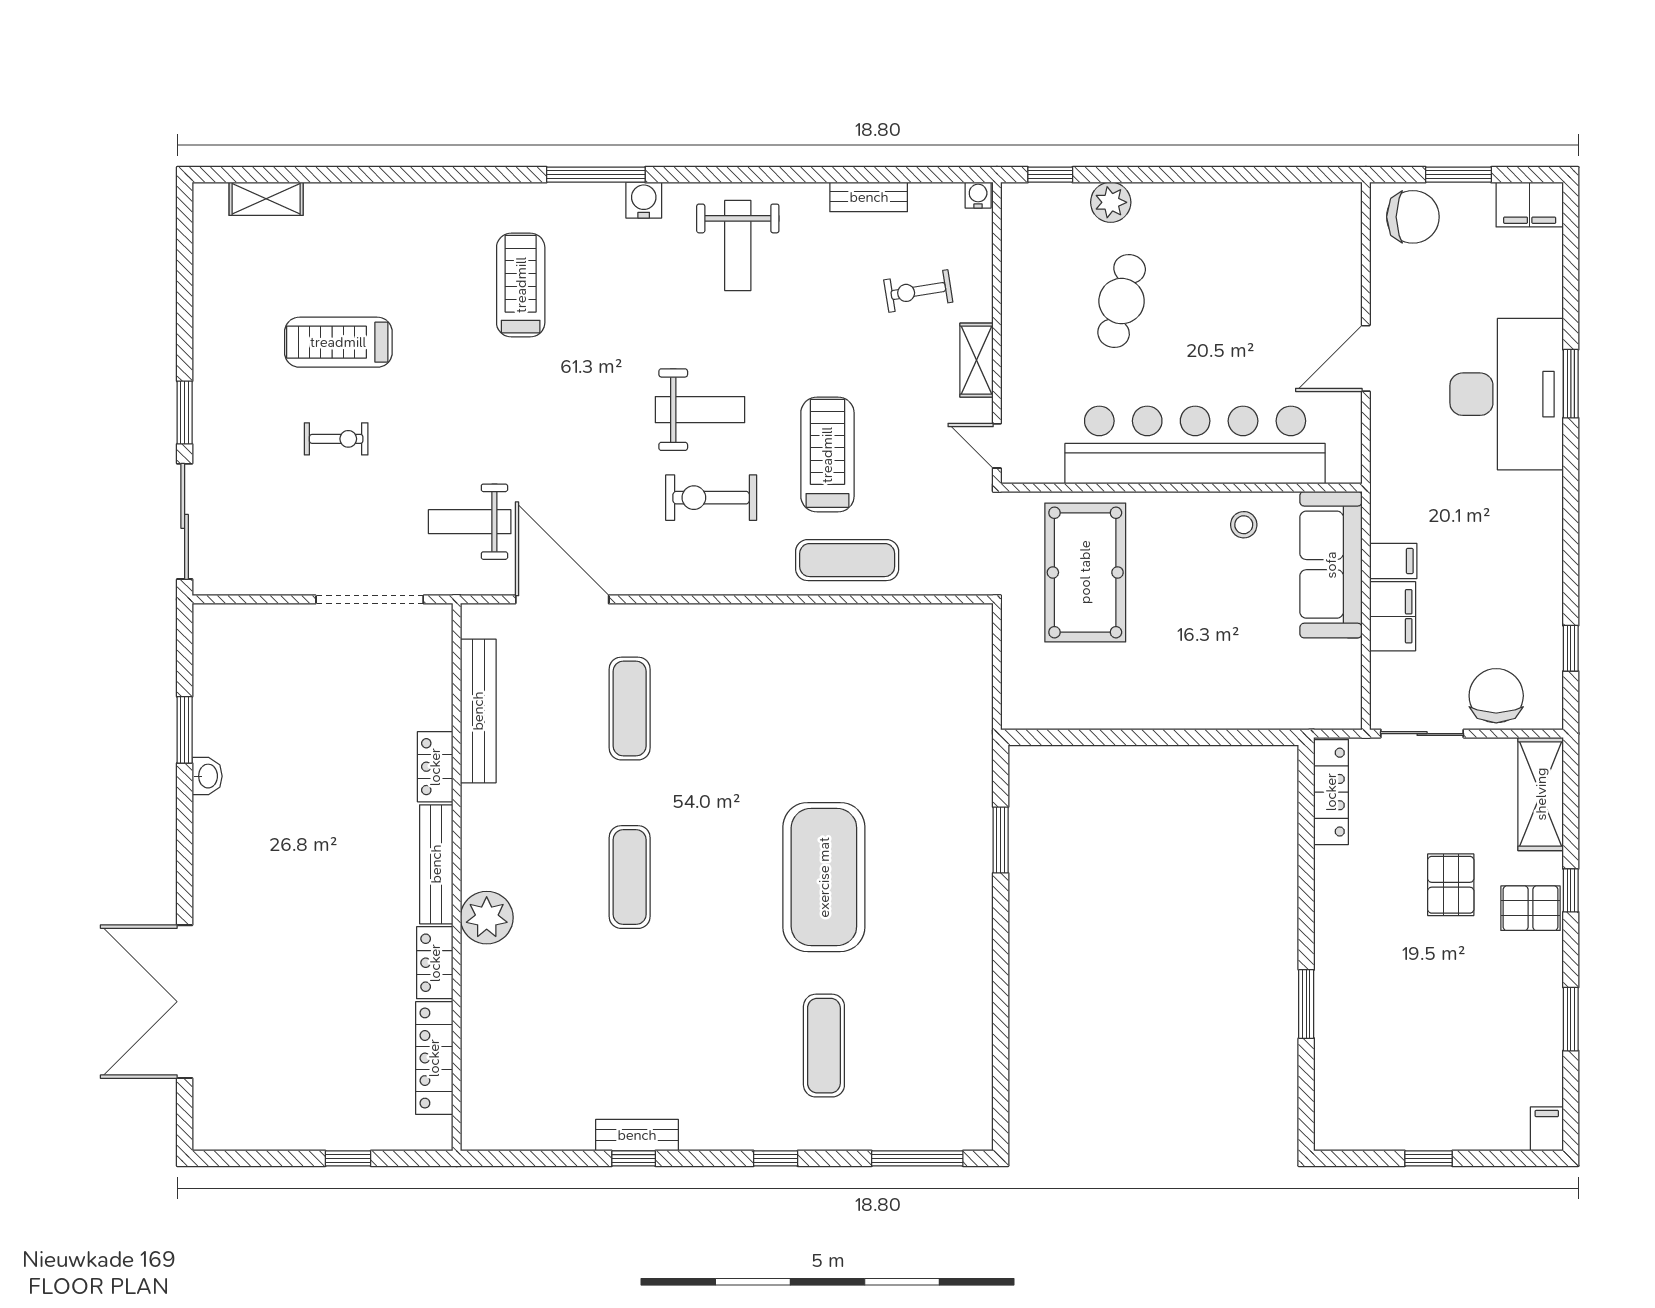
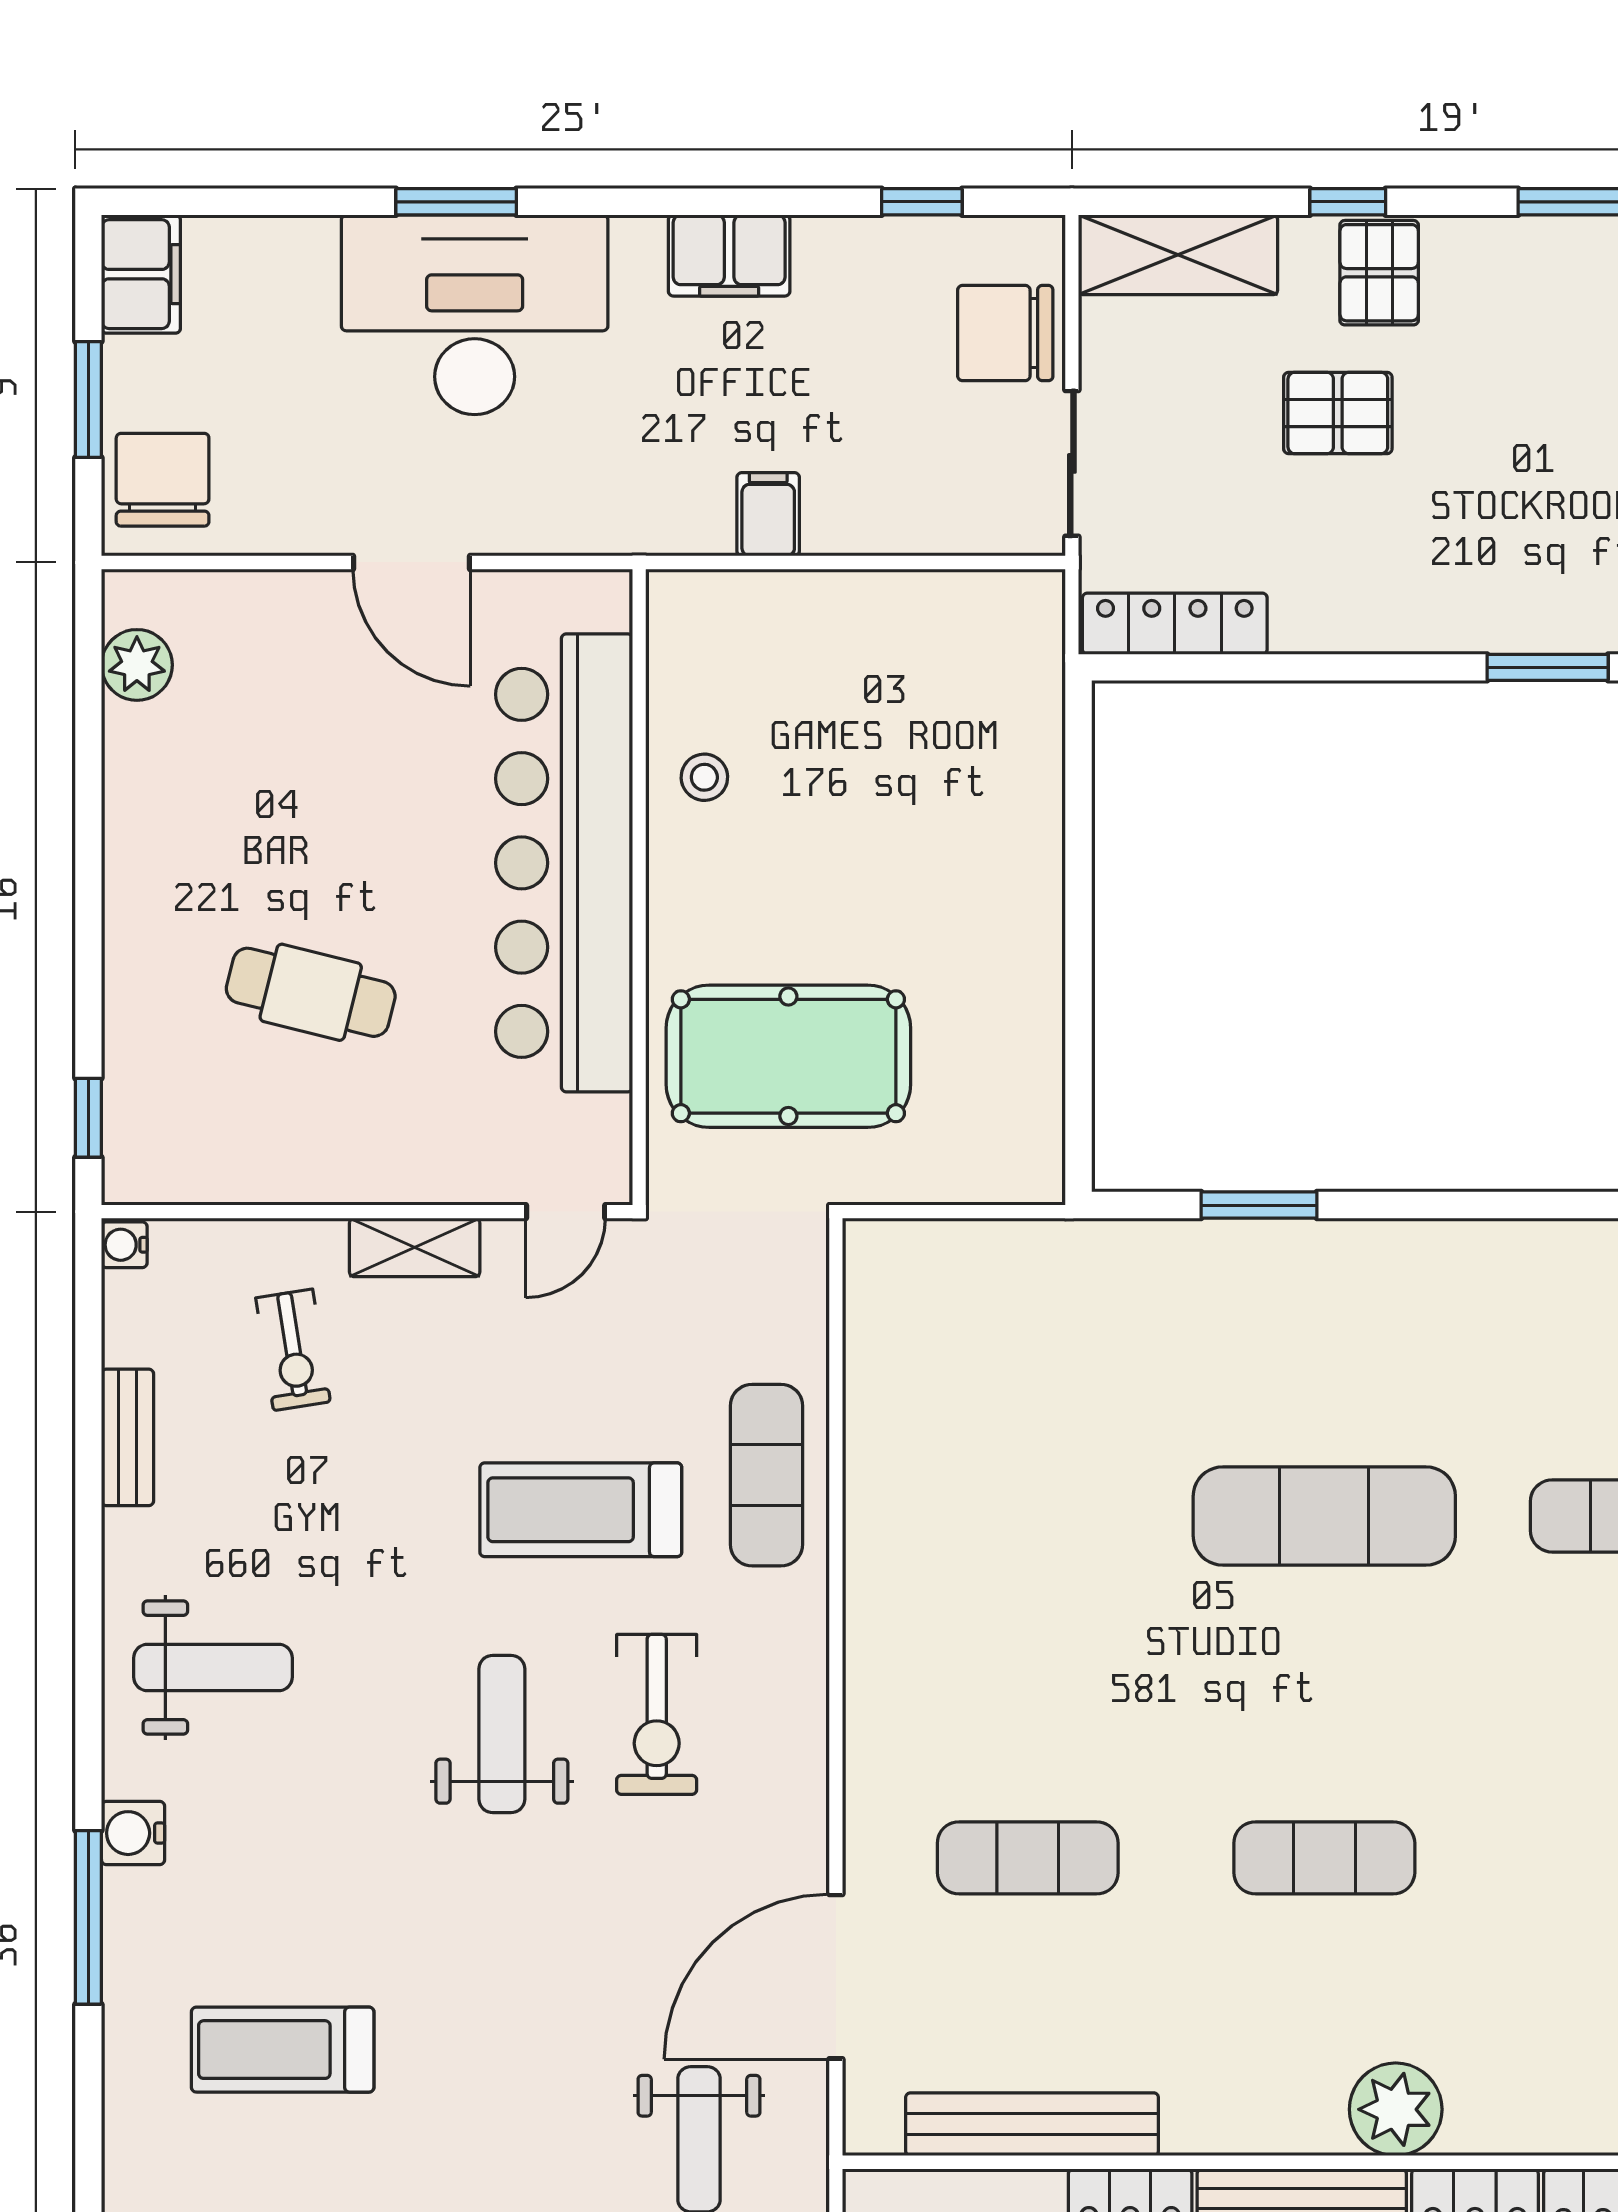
plant: (1111, 202) -> (137, 665), moved
sofa: (1331, 565) -> (775, 624), removed
filing cabinet: (1393, 616) -> (729, 256), moved, turned 180
exercise mat: (824, 877) -> (1324, 1516), width x0.68

